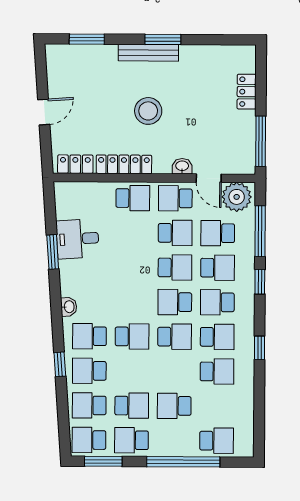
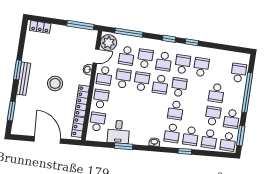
locker: (247, 92) -> (40, 27), moved
door: (44, 112) -> (47, 140), width x1.87
school desk: (90, 198) -> (97, 122), added
window: (260, 282) -> (169, 39), moved
school desk: (132, 336) -> (176, 110), turned 180

